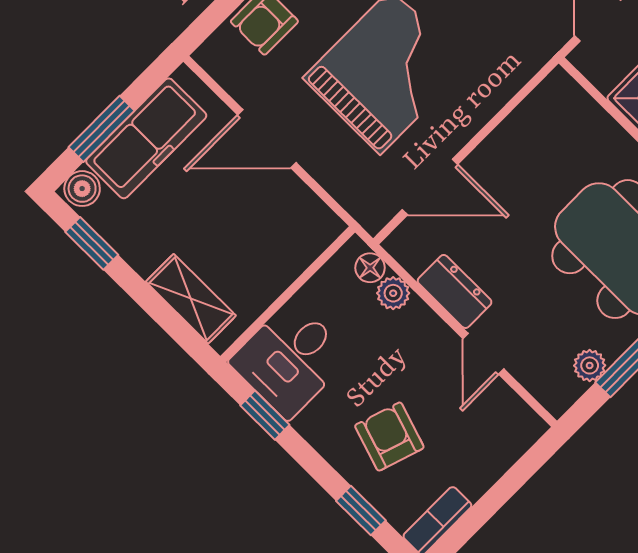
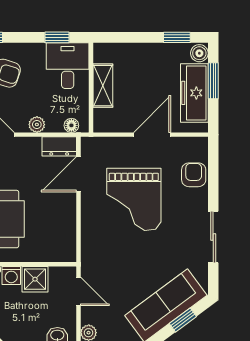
dresser: (455, 292) -> (59, 146), moved
plant: (393, 293) -> (37, 125), moved
shelving: (191, 299) -> (103, 86), moved, turned 90

